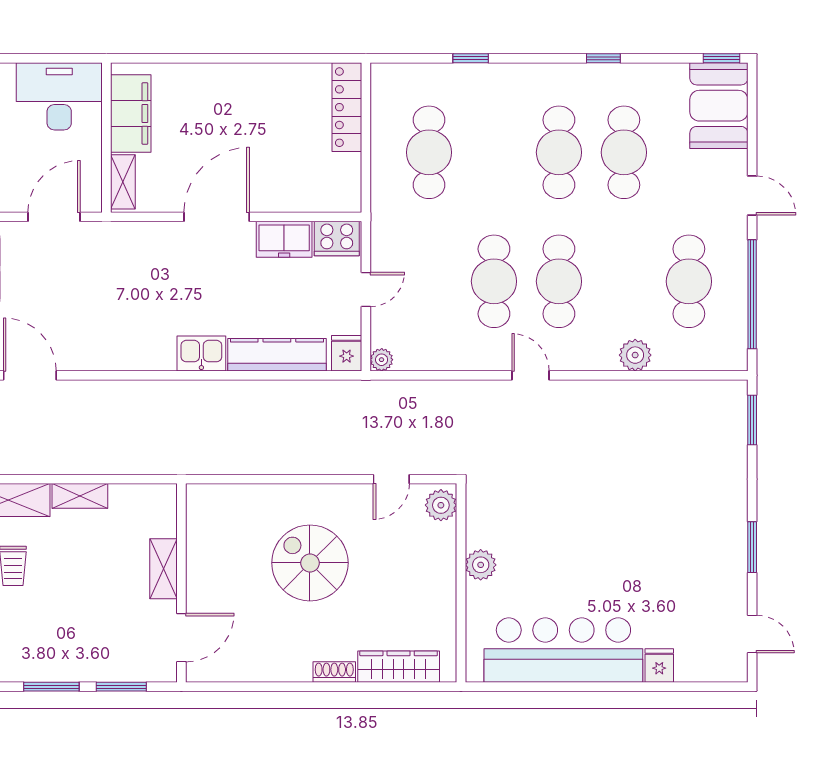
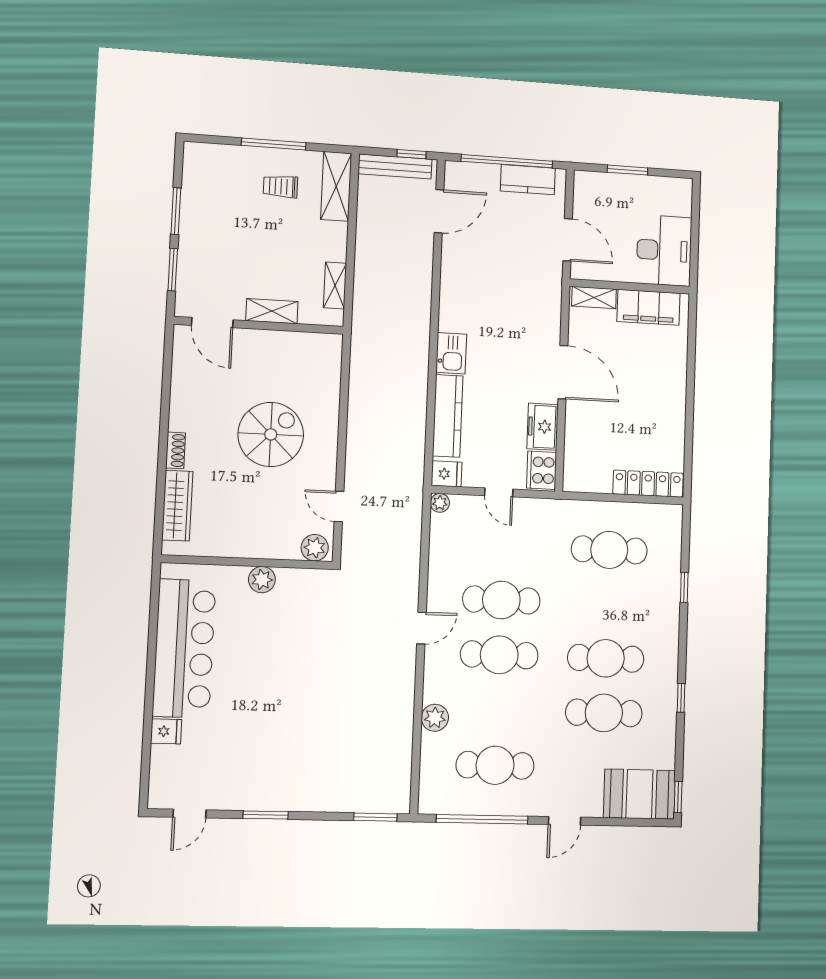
shelving: (80, 496) -> (335, 285), moved

